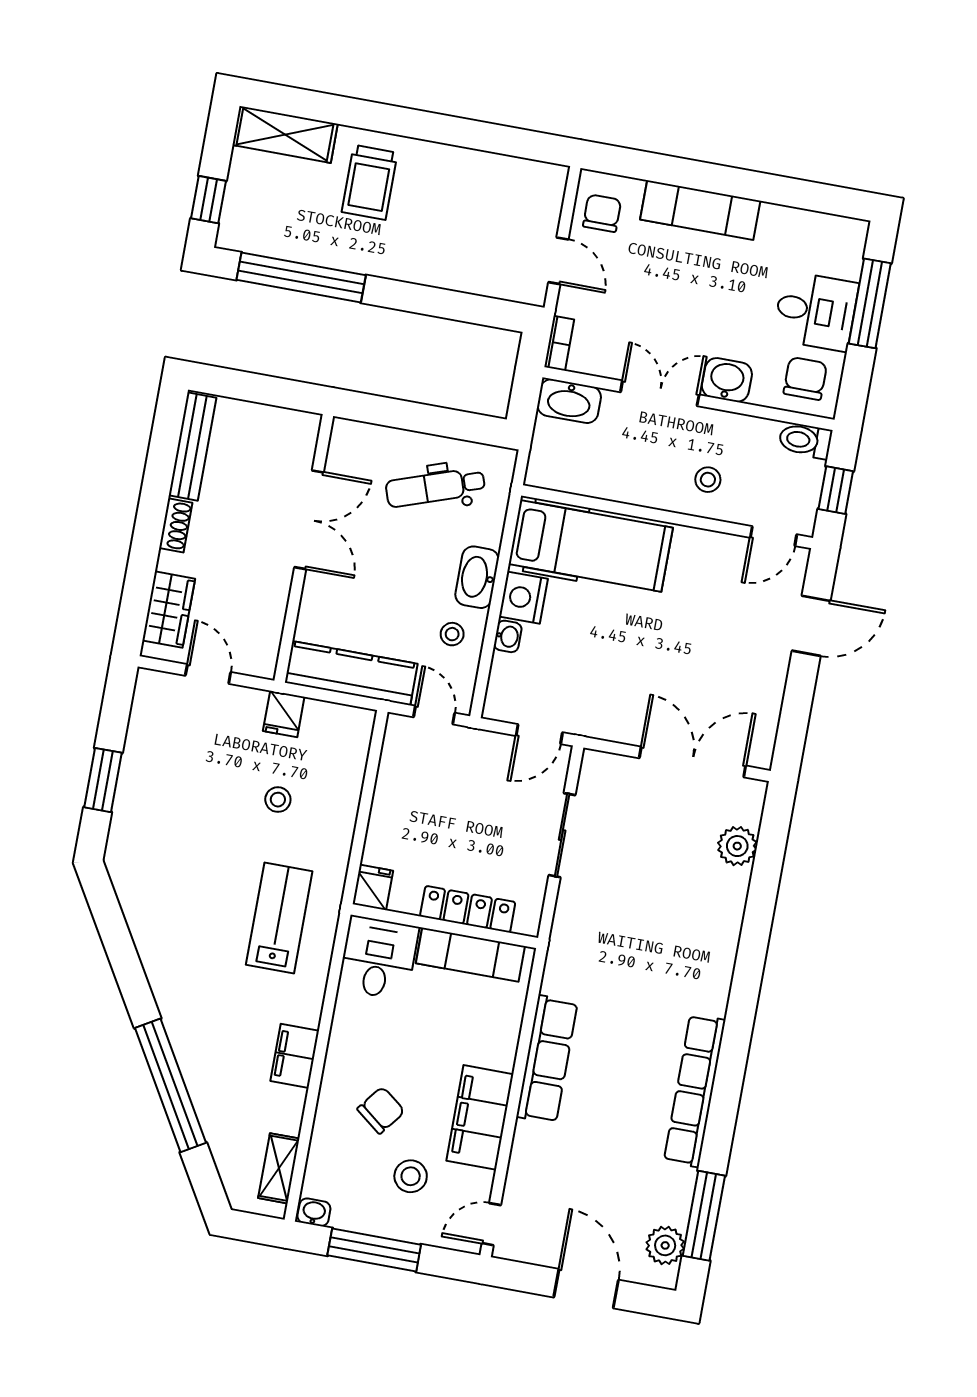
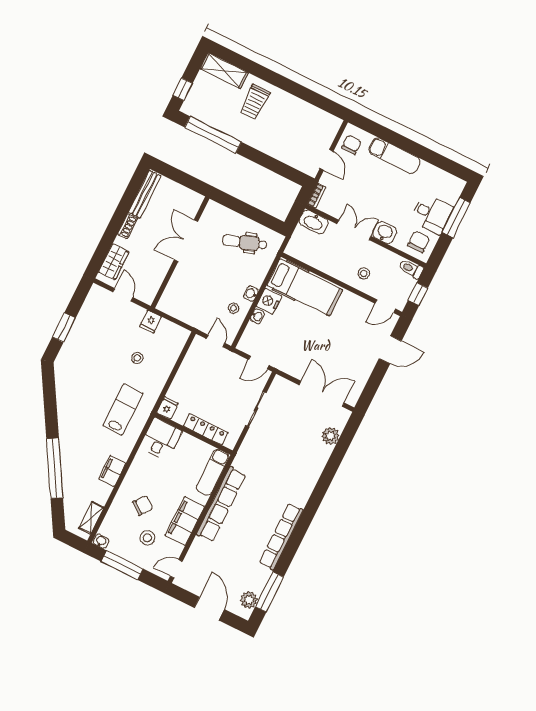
double door: (309, 520) -> (186, 241), swing flipped
washbasin: (477, 577) -> (251, 294), width x0.52, depth x0.69
kitchen counter: (351, 673) -> (185, 312), removed
exam couch: (470, 955) -> (213, 472), moved, turned 90
row of seats: (547, 1059) -> (221, 504), width x1.36

